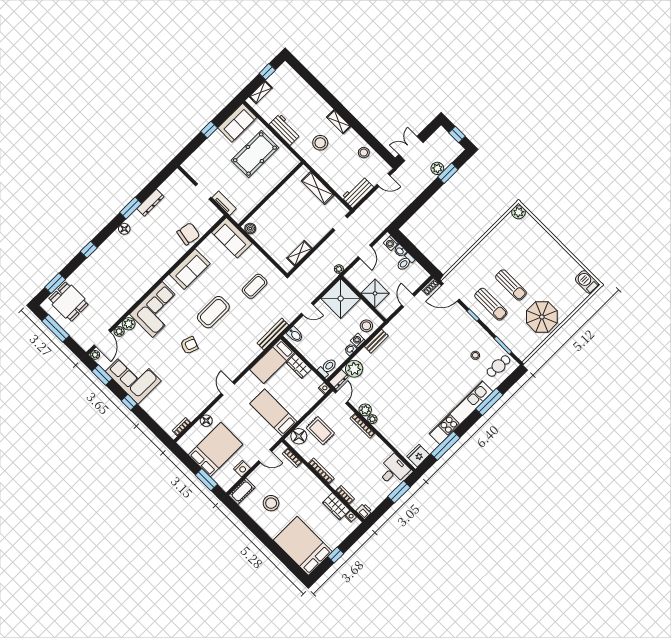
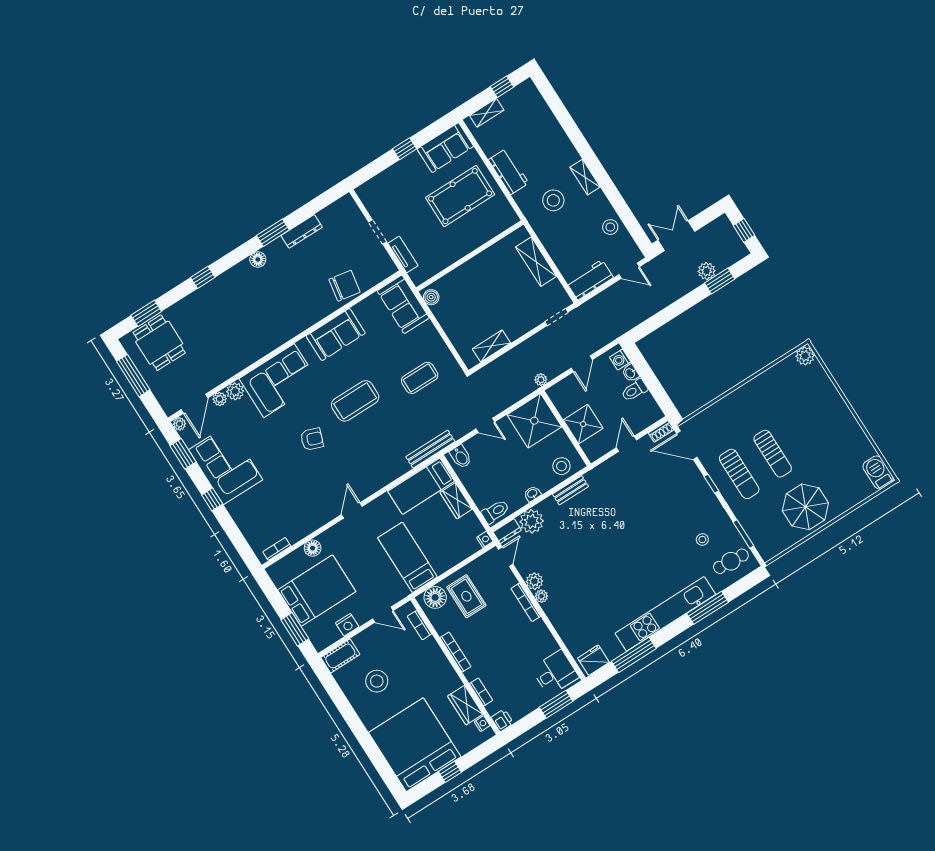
washing machine: (358, 341) -> (545, 484), removed
bed: (303, 546) -> (415, 745), width x1.36

